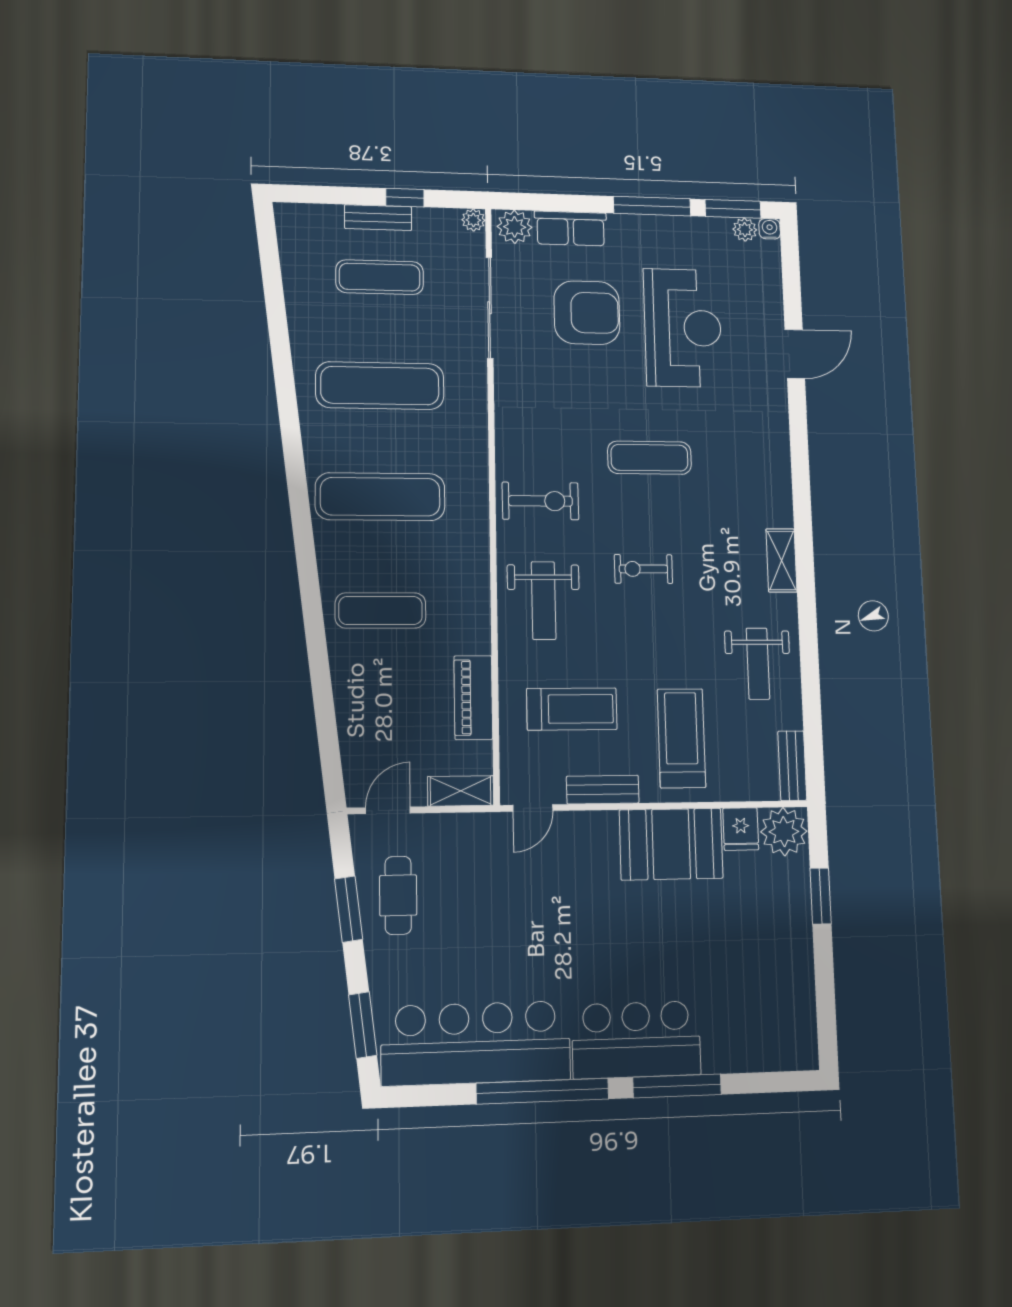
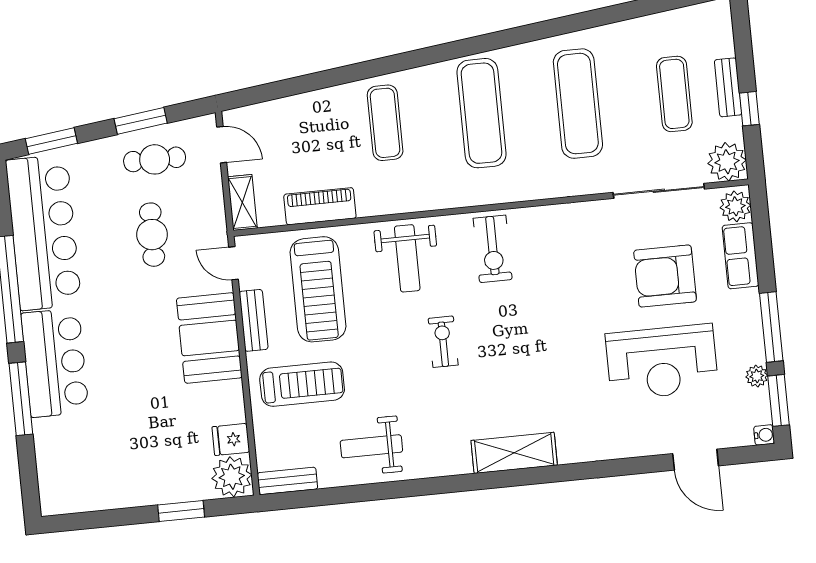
plant: (473, 220) -> (727, 162), width x1.88, depth x1.88
plant: (745, 230) -> (757, 376), moved
armchair: (587, 313) -> (665, 276), turned 90
door: (795, 354) -> (696, 460), moved
exercise mat: (649, 458) -> (541, 340), removed
shelving: (781, 560) -> (514, 453), moved, width x1.50, depth x1.33
weight bench: (544, 601) -> (407, 258), turned -90
treadmill: (572, 709) -> (318, 289), width x1.37, depth x1.38
booth: (671, 844) -> (209, 338), moved
cafe table: (490, 906) -> (152, 235), added

